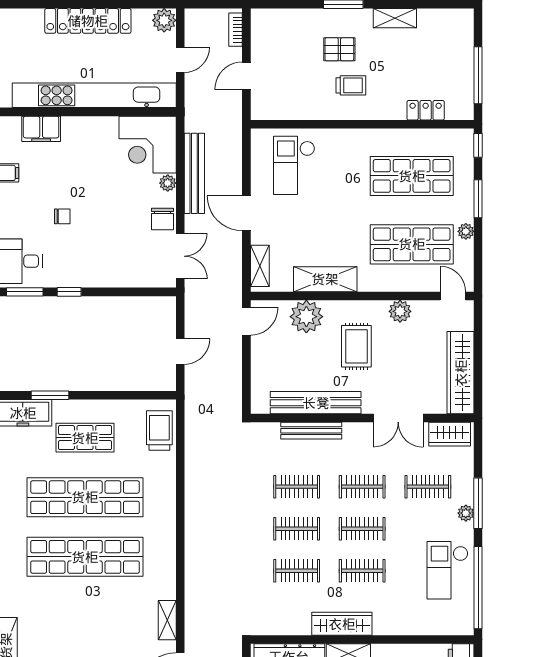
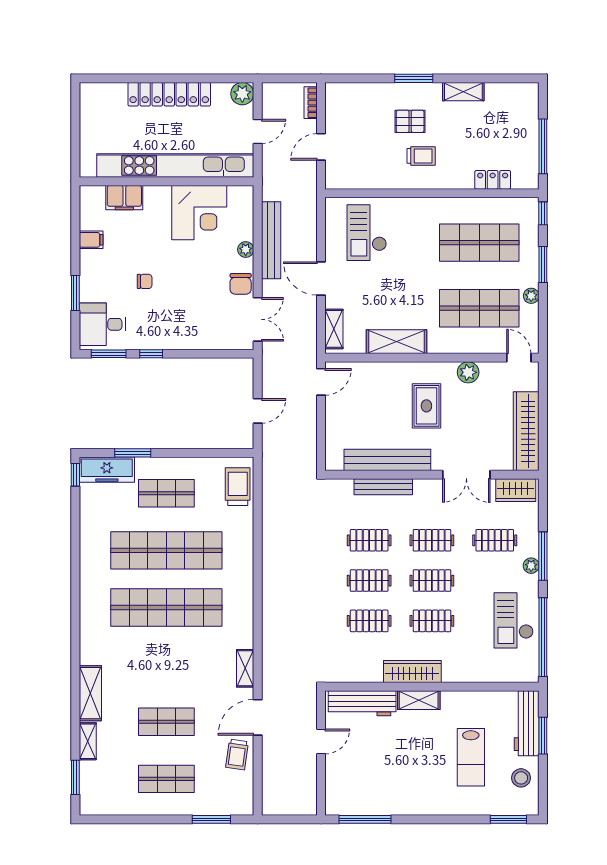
corner desk: (148, 145) -> (199, 213), moved, turned -90
plant: (306, 317) -> (378, 377), removed

